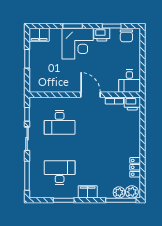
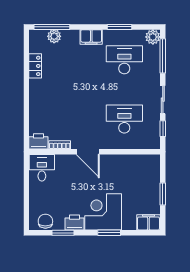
desk: (60, 173) -> (124, 60), turned 180
plant: (132, 192) -> (153, 37), moved

